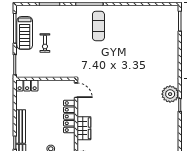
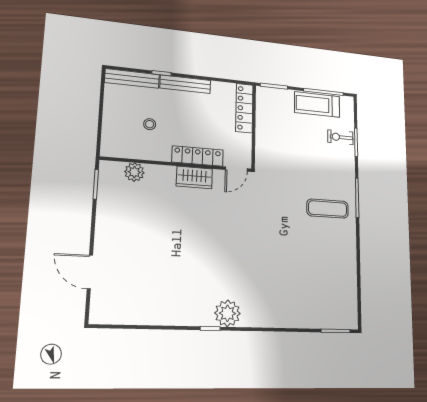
exercise bike: (45, 43) -> (340, 137), moved
locker: (27, 86) -> (244, 108), width x1.53
wardrobe: (84, 128) -> (194, 177), moved

